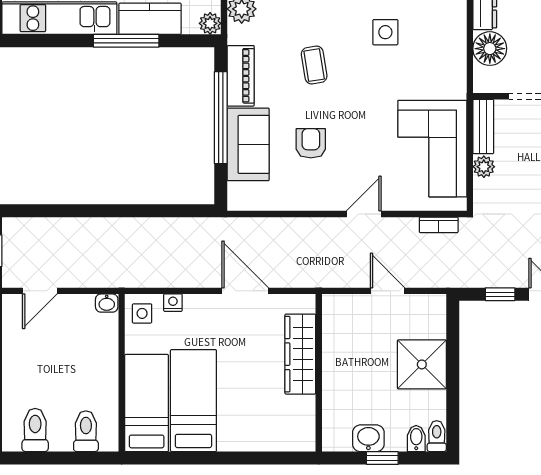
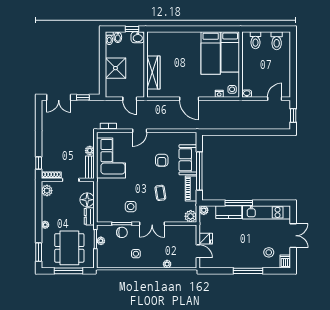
wardrobe: (300, 354) -> (153, 72), moved
wall: (319, 373) -> (146, 65), moved

